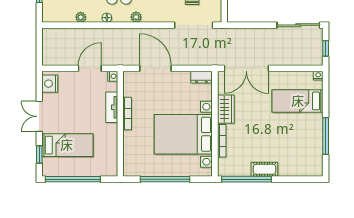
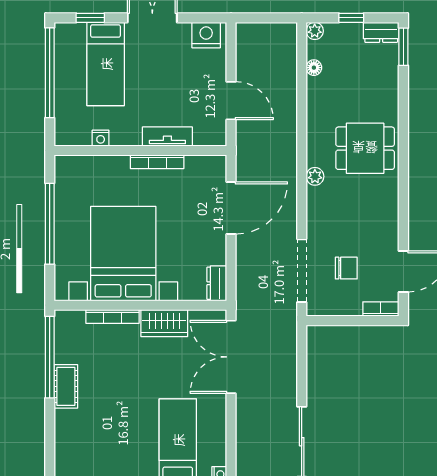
plant: (81, 17) -> (315, 31), moved
floor lamp: (107, 18) -> (314, 68), moved
nightstand: (113, 76) -> (101, 138), moved

